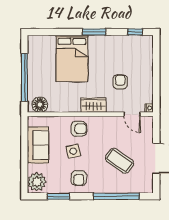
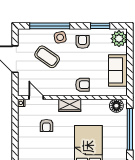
armchair: (79, 129) -> (82, 85), turned 180
side table: (73, 151) -> (60, 37), moved

